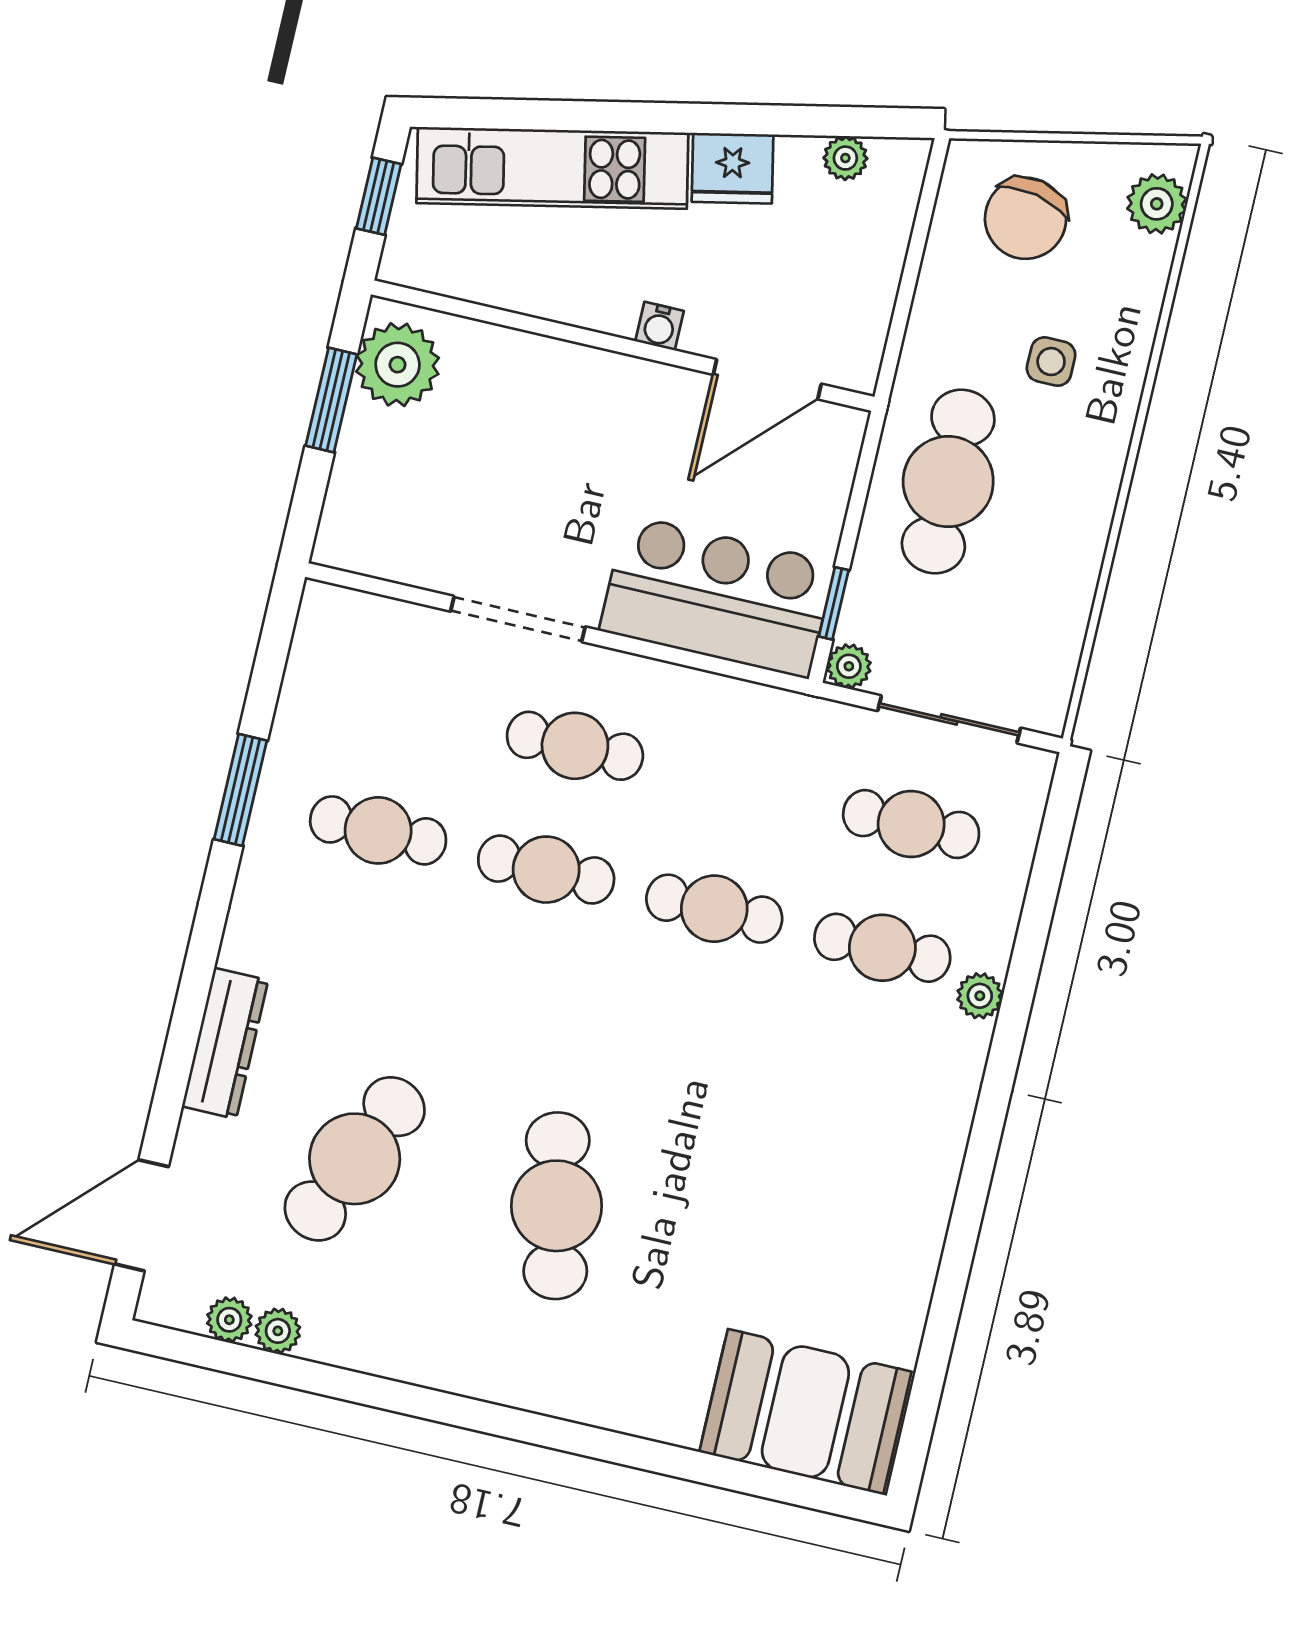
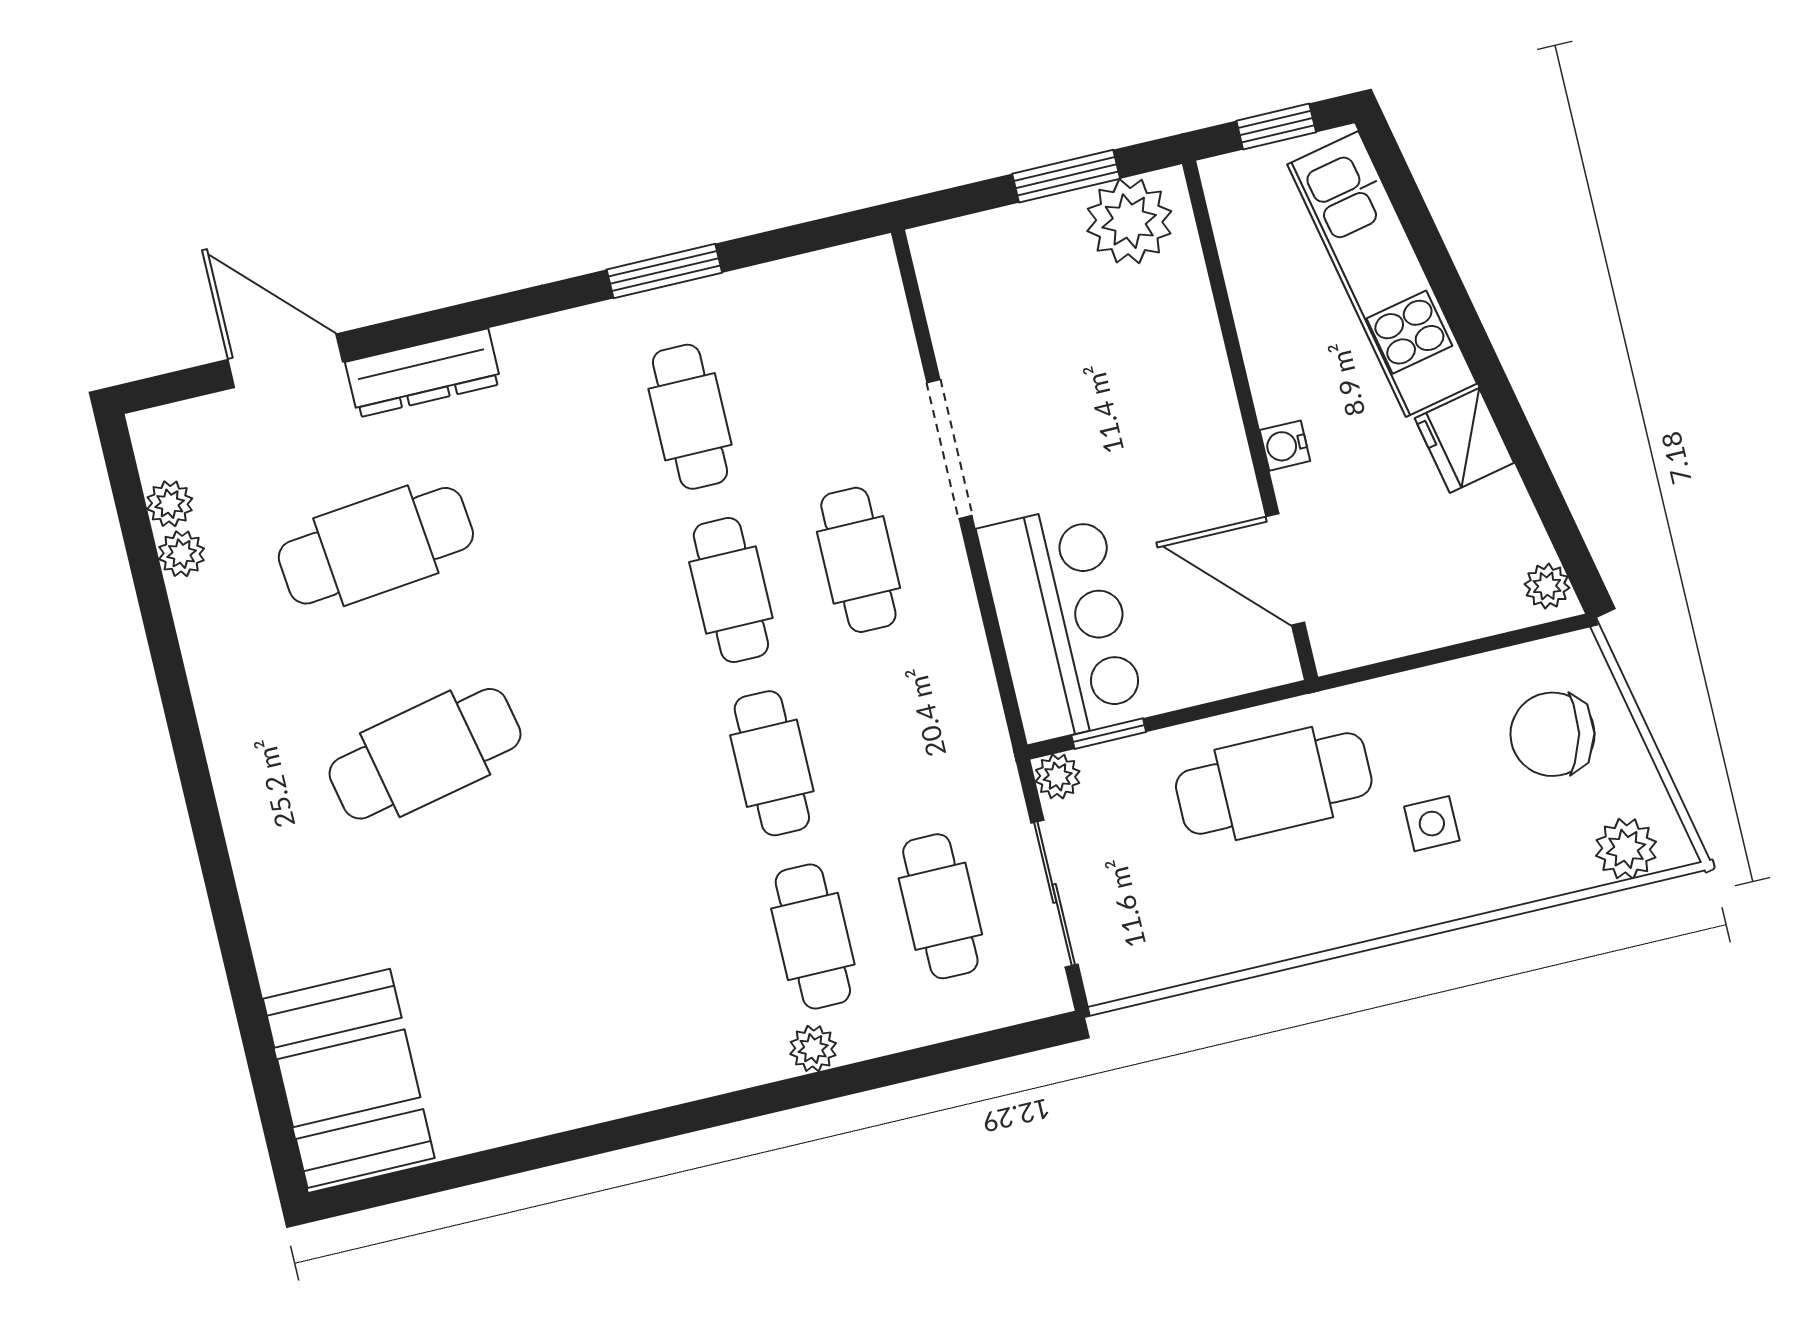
plant: (845, 158) -> (1547, 586), moved
cafe table: (355, 1159) -> (376, 546), turned -30
door: (142, 1215) -> (285, 361), moved

